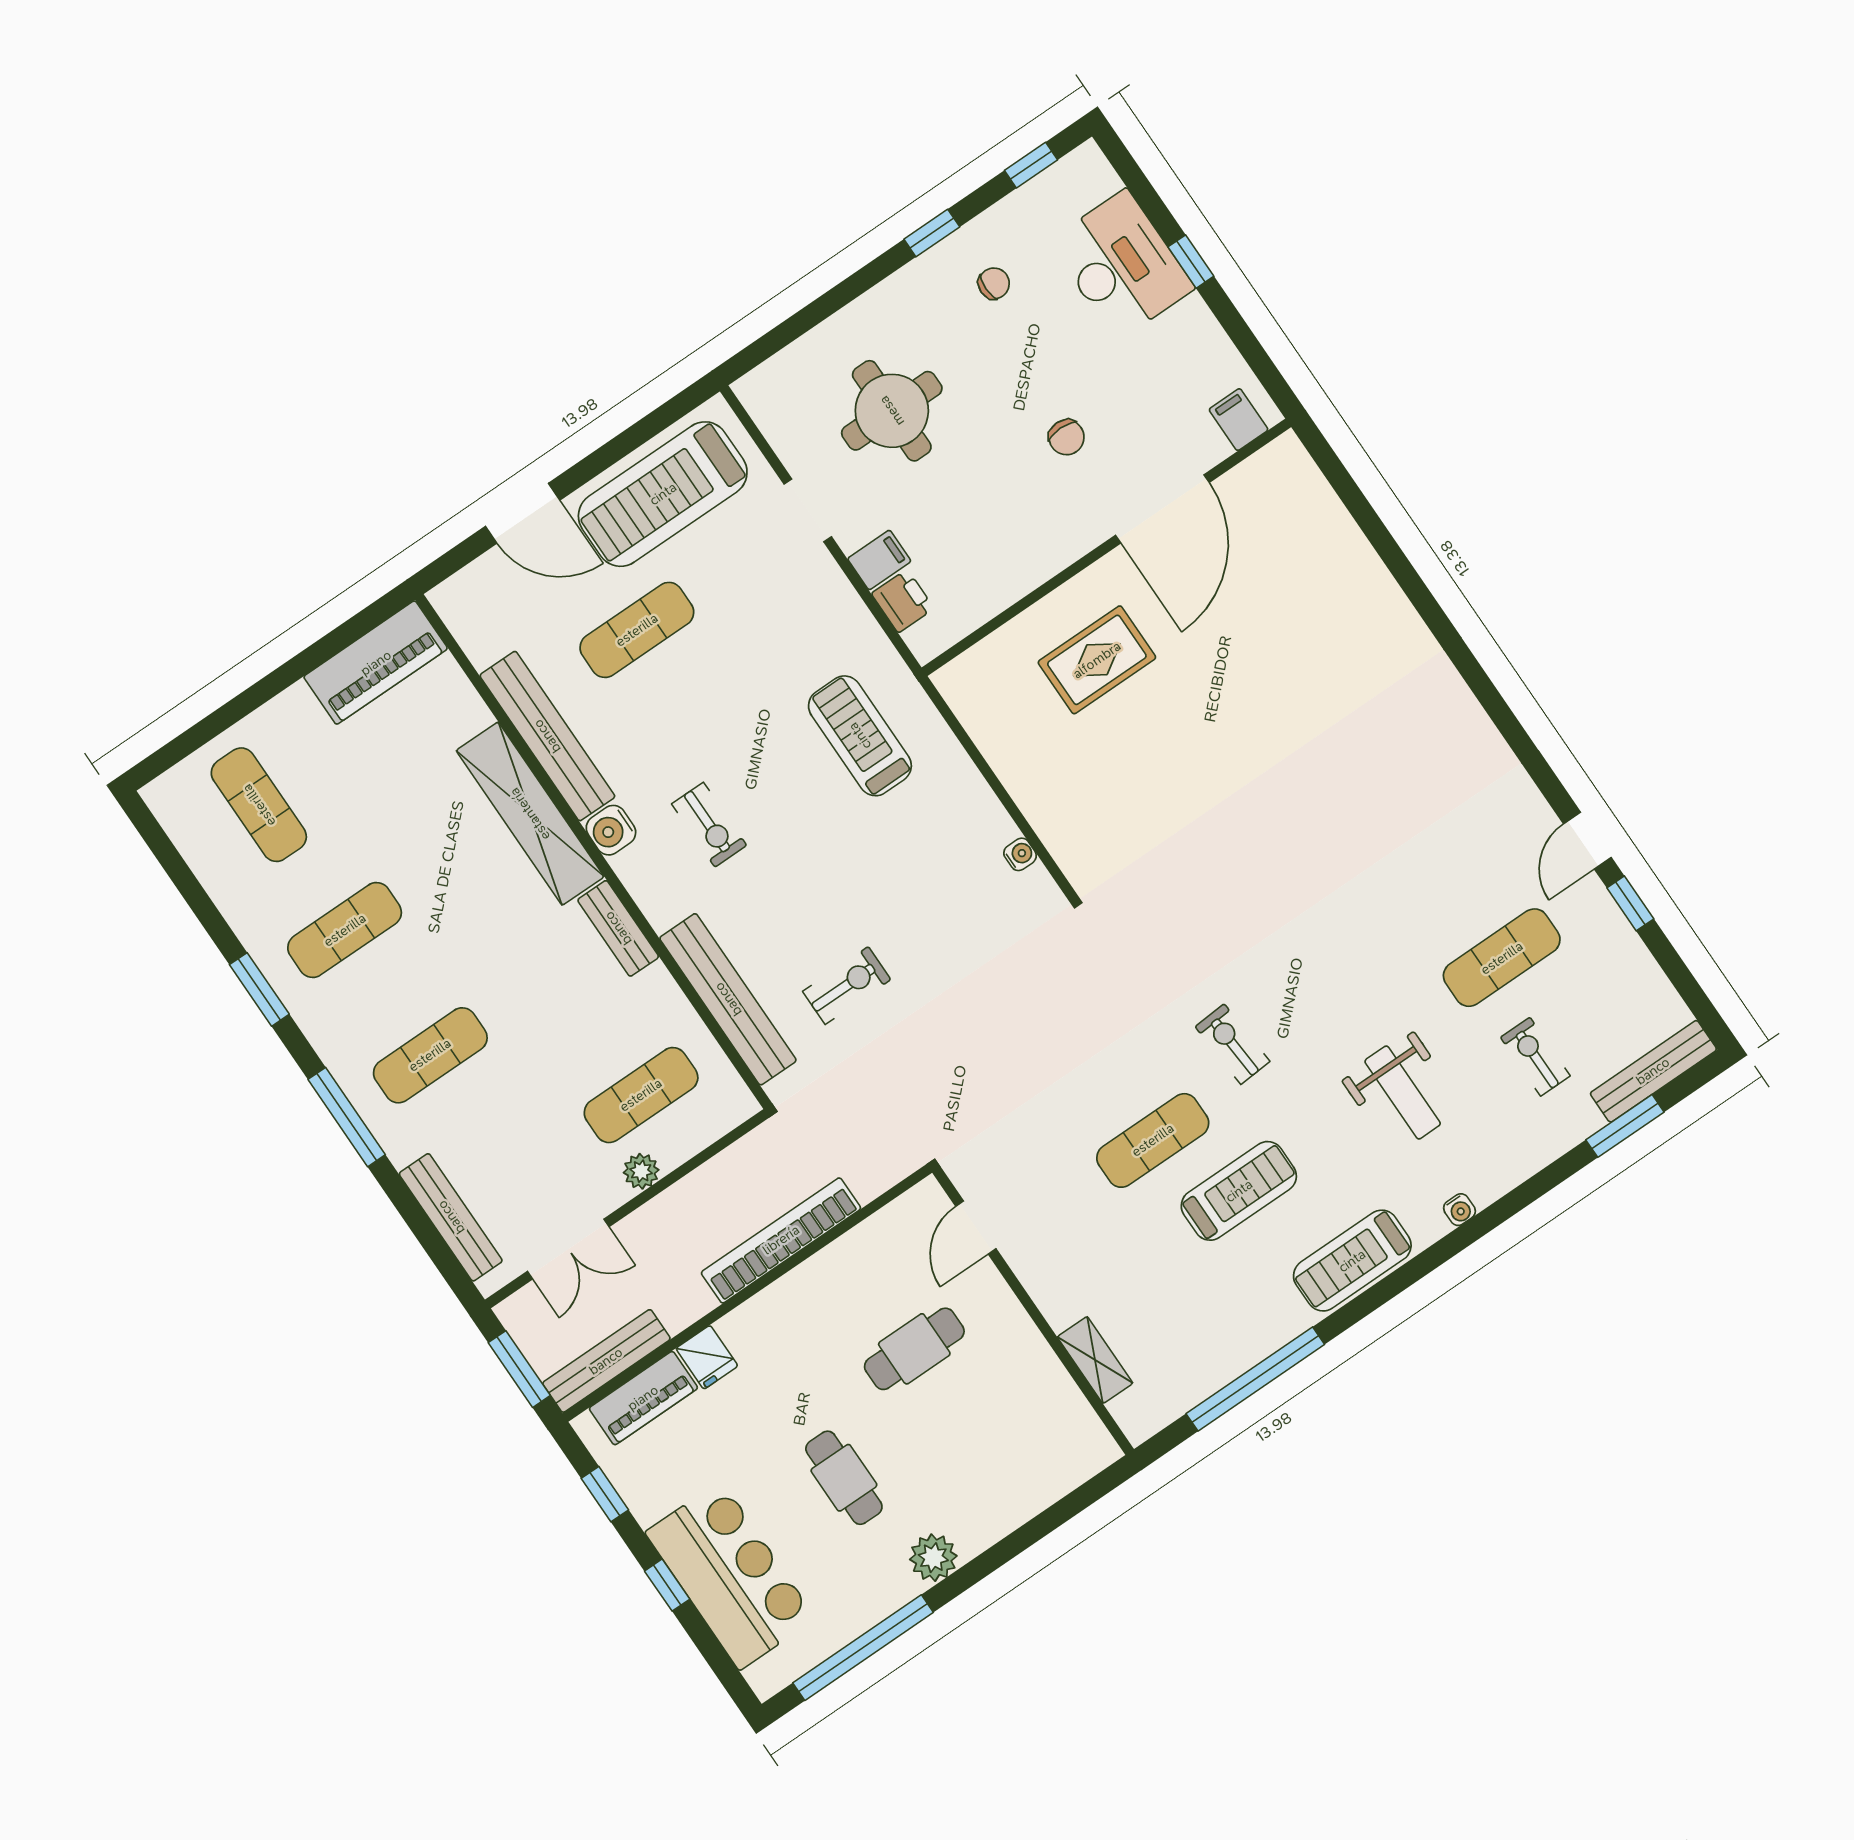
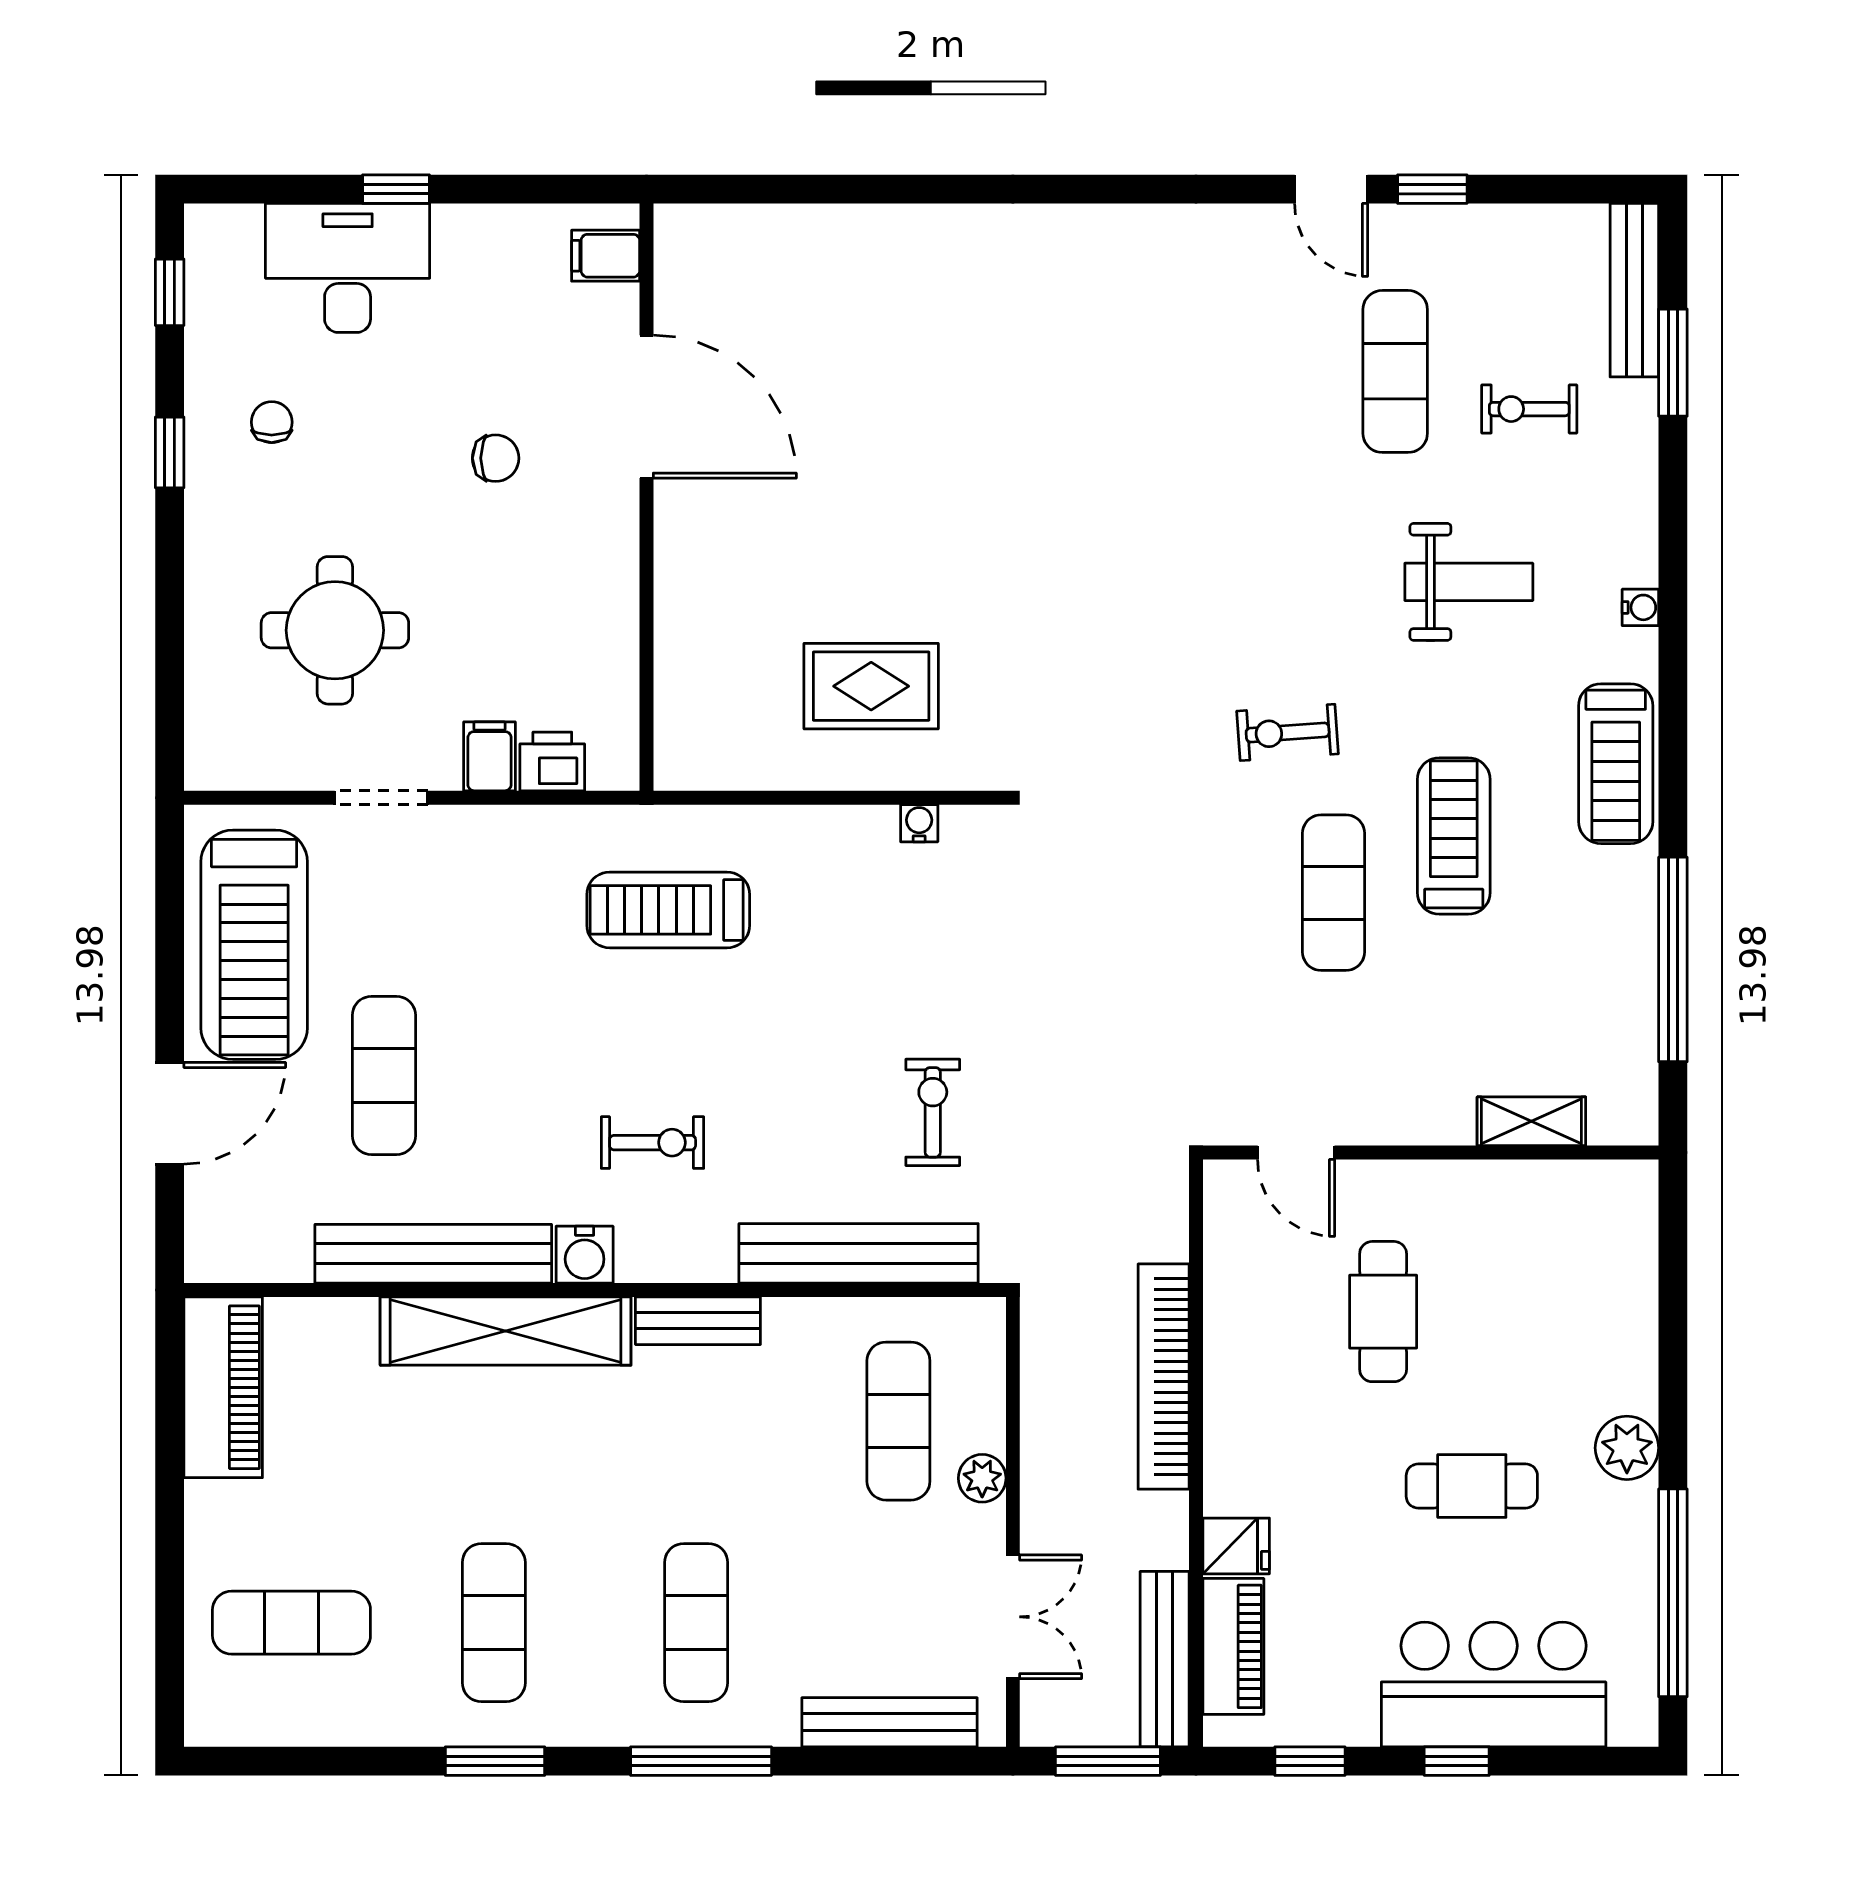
rug: (1097, 660) -> (871, 686), moved, turned 90

